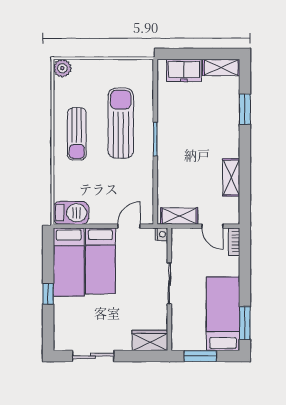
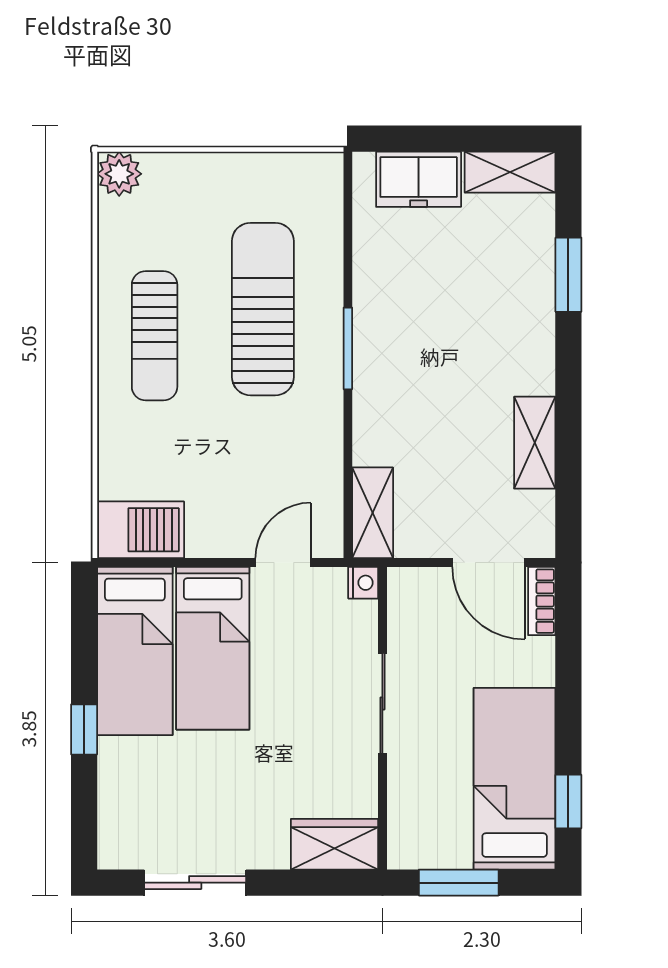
shelving: (179, 216) -> (373, 513), moved, turned 90
door: (212, 226) -> (489, 563), width x1.38
window: (245, 323) -> (568, 801), width x0.67

